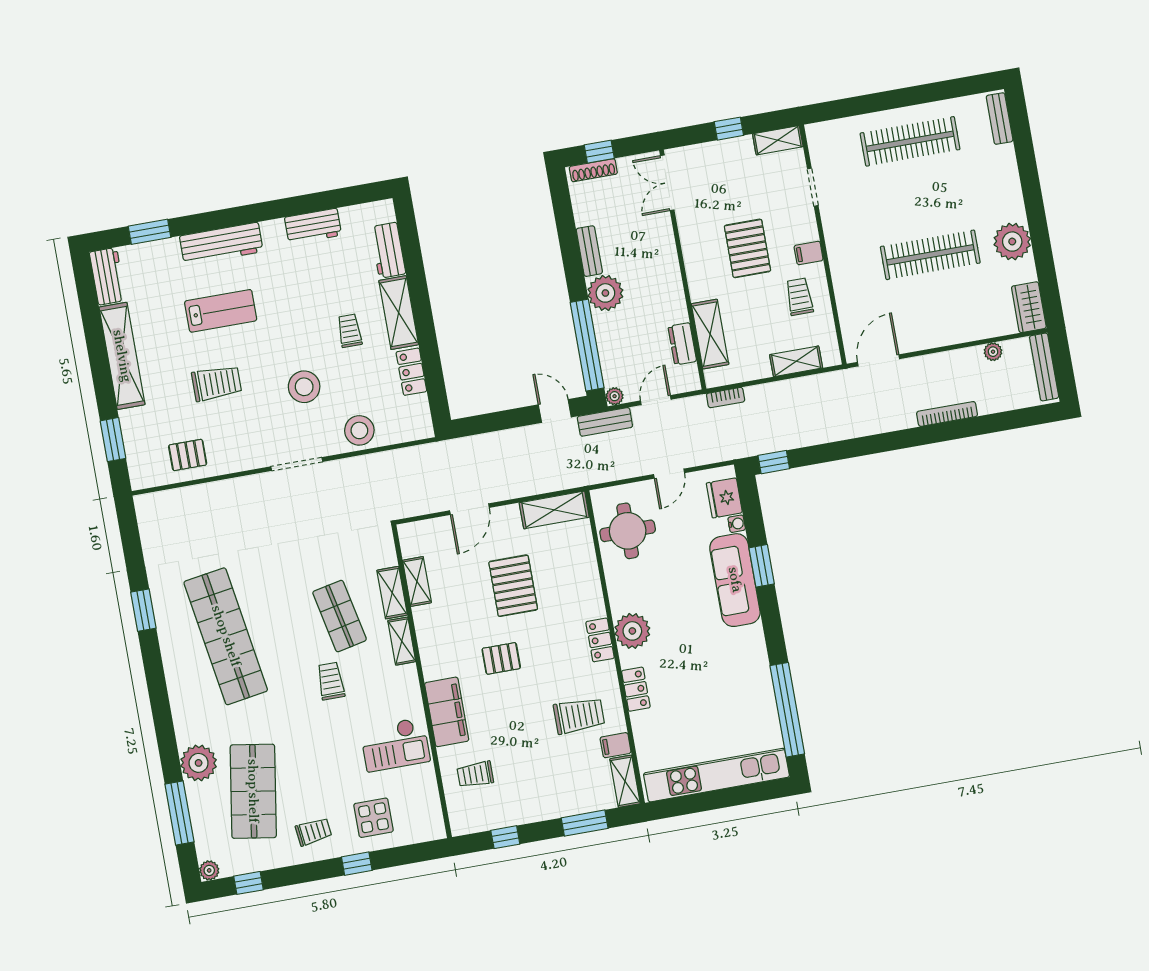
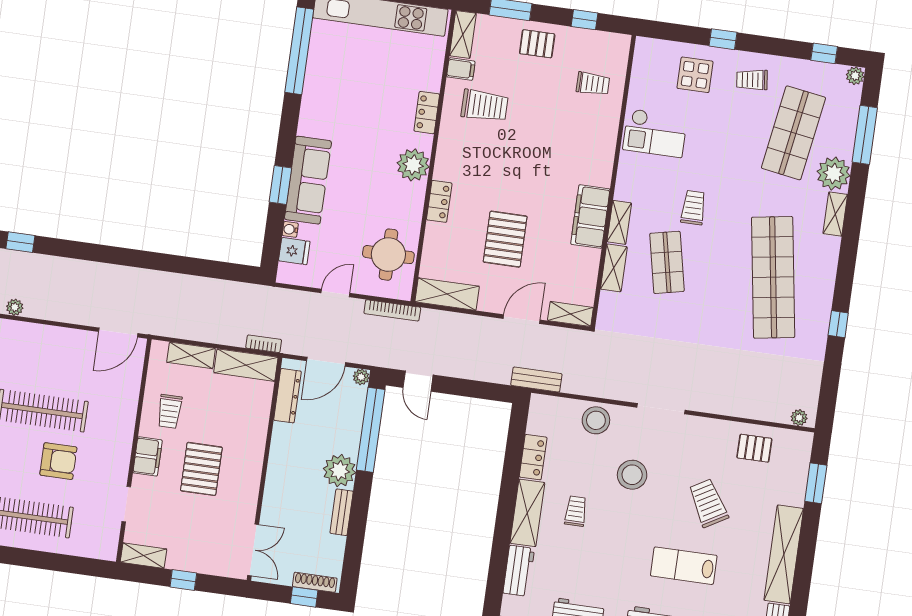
armchair: (897, 209) -> (58, 461), added
filing cabinet: (809, 253) -> (148, 456), width x2.00
trolley: (350, 331) -> (576, 511), turned 180
shelving: (710, 334) -> (246, 365), moved, turned 90
dresser: (682, 344) -> (287, 396), width x1.44
trolley: (217, 383) -> (708, 503), turned 60
door: (656, 400) -> (326, 362), width x1.38
bookcase: (947, 414) -> (392, 310), moved
bench: (605, 422) -> (536, 380), moved
window: (774, 462) -> (20, 242), moved
fridge: (724, 498) -> (294, 251), width x0.72
plant: (152, 501) -> (799, 418), added
shelving: (417, 581) -> (570, 314), moved, turned 90
window: (143, 610) -> (838, 324), width x0.67
locker: (600, 640) -> (439, 201), moved
pallet: (501, 658) -> (537, 44), moved
trolley: (331, 681) -> (693, 208), turned 180
filing cabinet: (447, 712) -> (590, 217), moved
trolley: (579, 716) -> (485, 106), turned 180
shelving: (183, 722) -> (835, 214), added
checkout: (395, 745) -> (655, 133), turned 180

